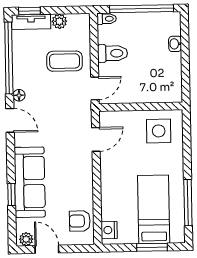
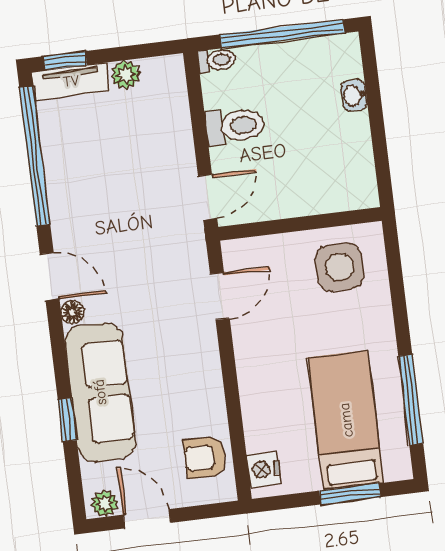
coffee table: (65, 61) -> (143, 151), removed
floor lamp: (19, 95) -> (73, 312), moved

